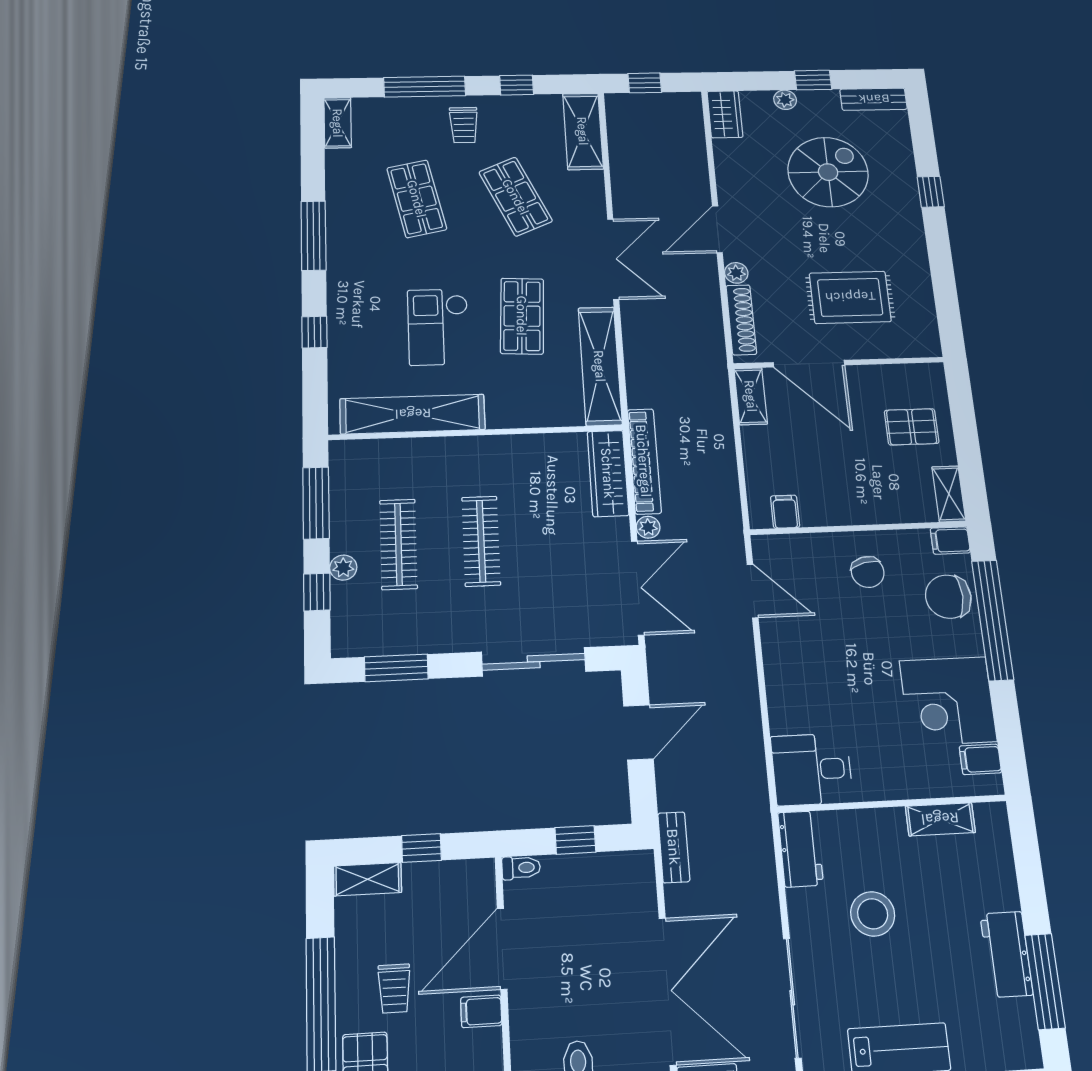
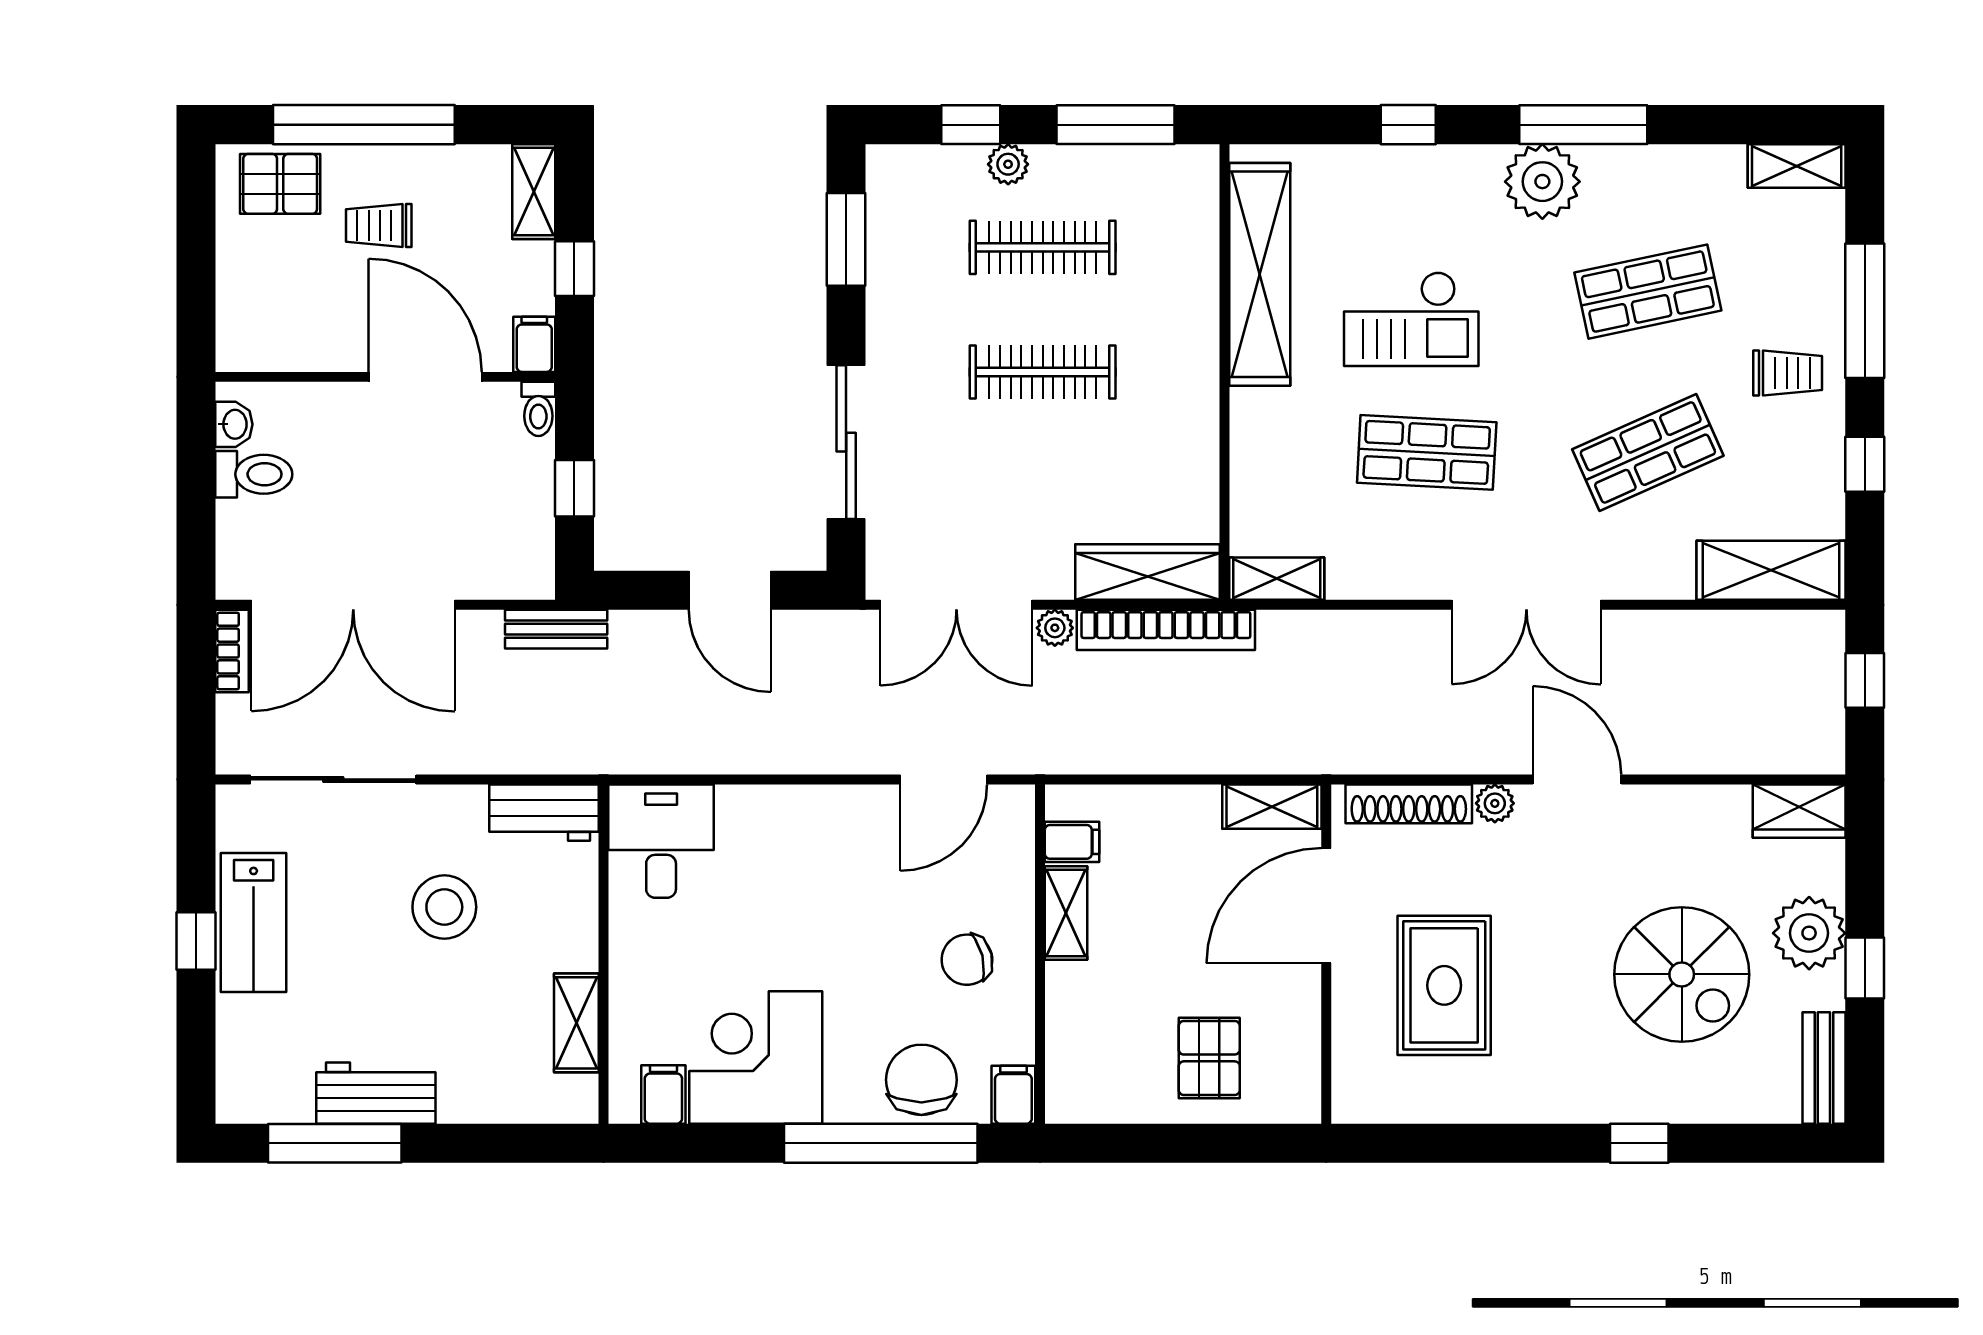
plant: (785, 100) -> (1809, 933), width x1.88, depth x1.88
trolley: (464, 125) -> (1788, 373), turned 180
plant: (350, 257) -> (1542, 182), added
checkout: (438, 327) -> (1411, 319), turned 180
shelving: (600, 366) -> (1277, 579), width x0.45, depth x0.75
shelving: (949, 494) -> (1066, 913), moved, turned 90
filing cabinet: (481, 1011) -> (534, 344), moved

